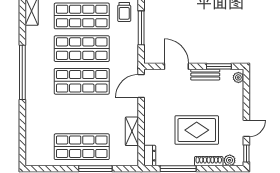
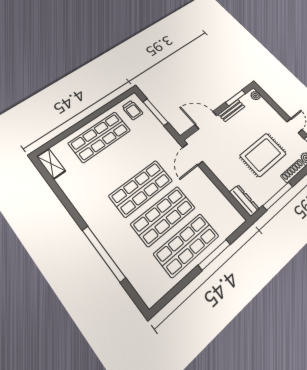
shop shelf: (82, 49) -> (163, 216), moved
window: (22, 72) -> (103, 254), moved
shelving: (132, 131) -> (216, 196), removed
dresser: (150, 156) -> (244, 200), width x1.44

